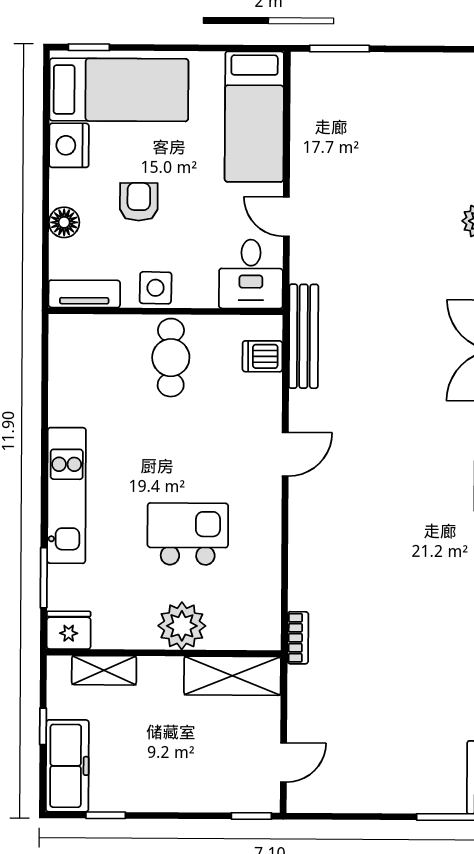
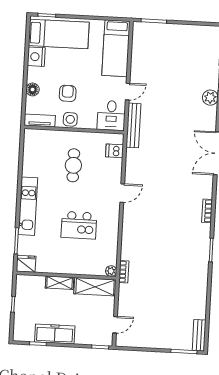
armchair: (139, 202) -> (68, 93), moved
door: (286, 217) -> (128, 92), swing flipped
bench: (304, 336) -> (133, 125), moved
cafe table: (171, 358) -> (73, 165), moved
kitchen island: (188, 534) -> (79, 225), turned 180
plant: (182, 626) -> (111, 271), moved, width x0.53, depth x0.53
shelving: (104, 670) -> (60, 283), moved
freezer: (67, 766) -> (55, 334), moved, turned -90

